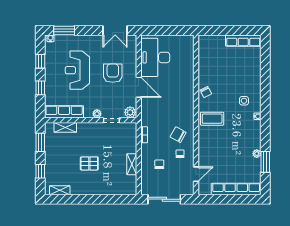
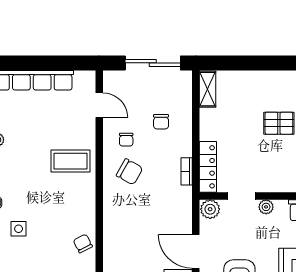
coffee table: (212, 119) -> (71, 161), moved
locker: (132, 138) -> (208, 167), added
shelving: (132, 164) -> (208, 89), moved
door: (196, 174) -> (99, 105), swing flipped

